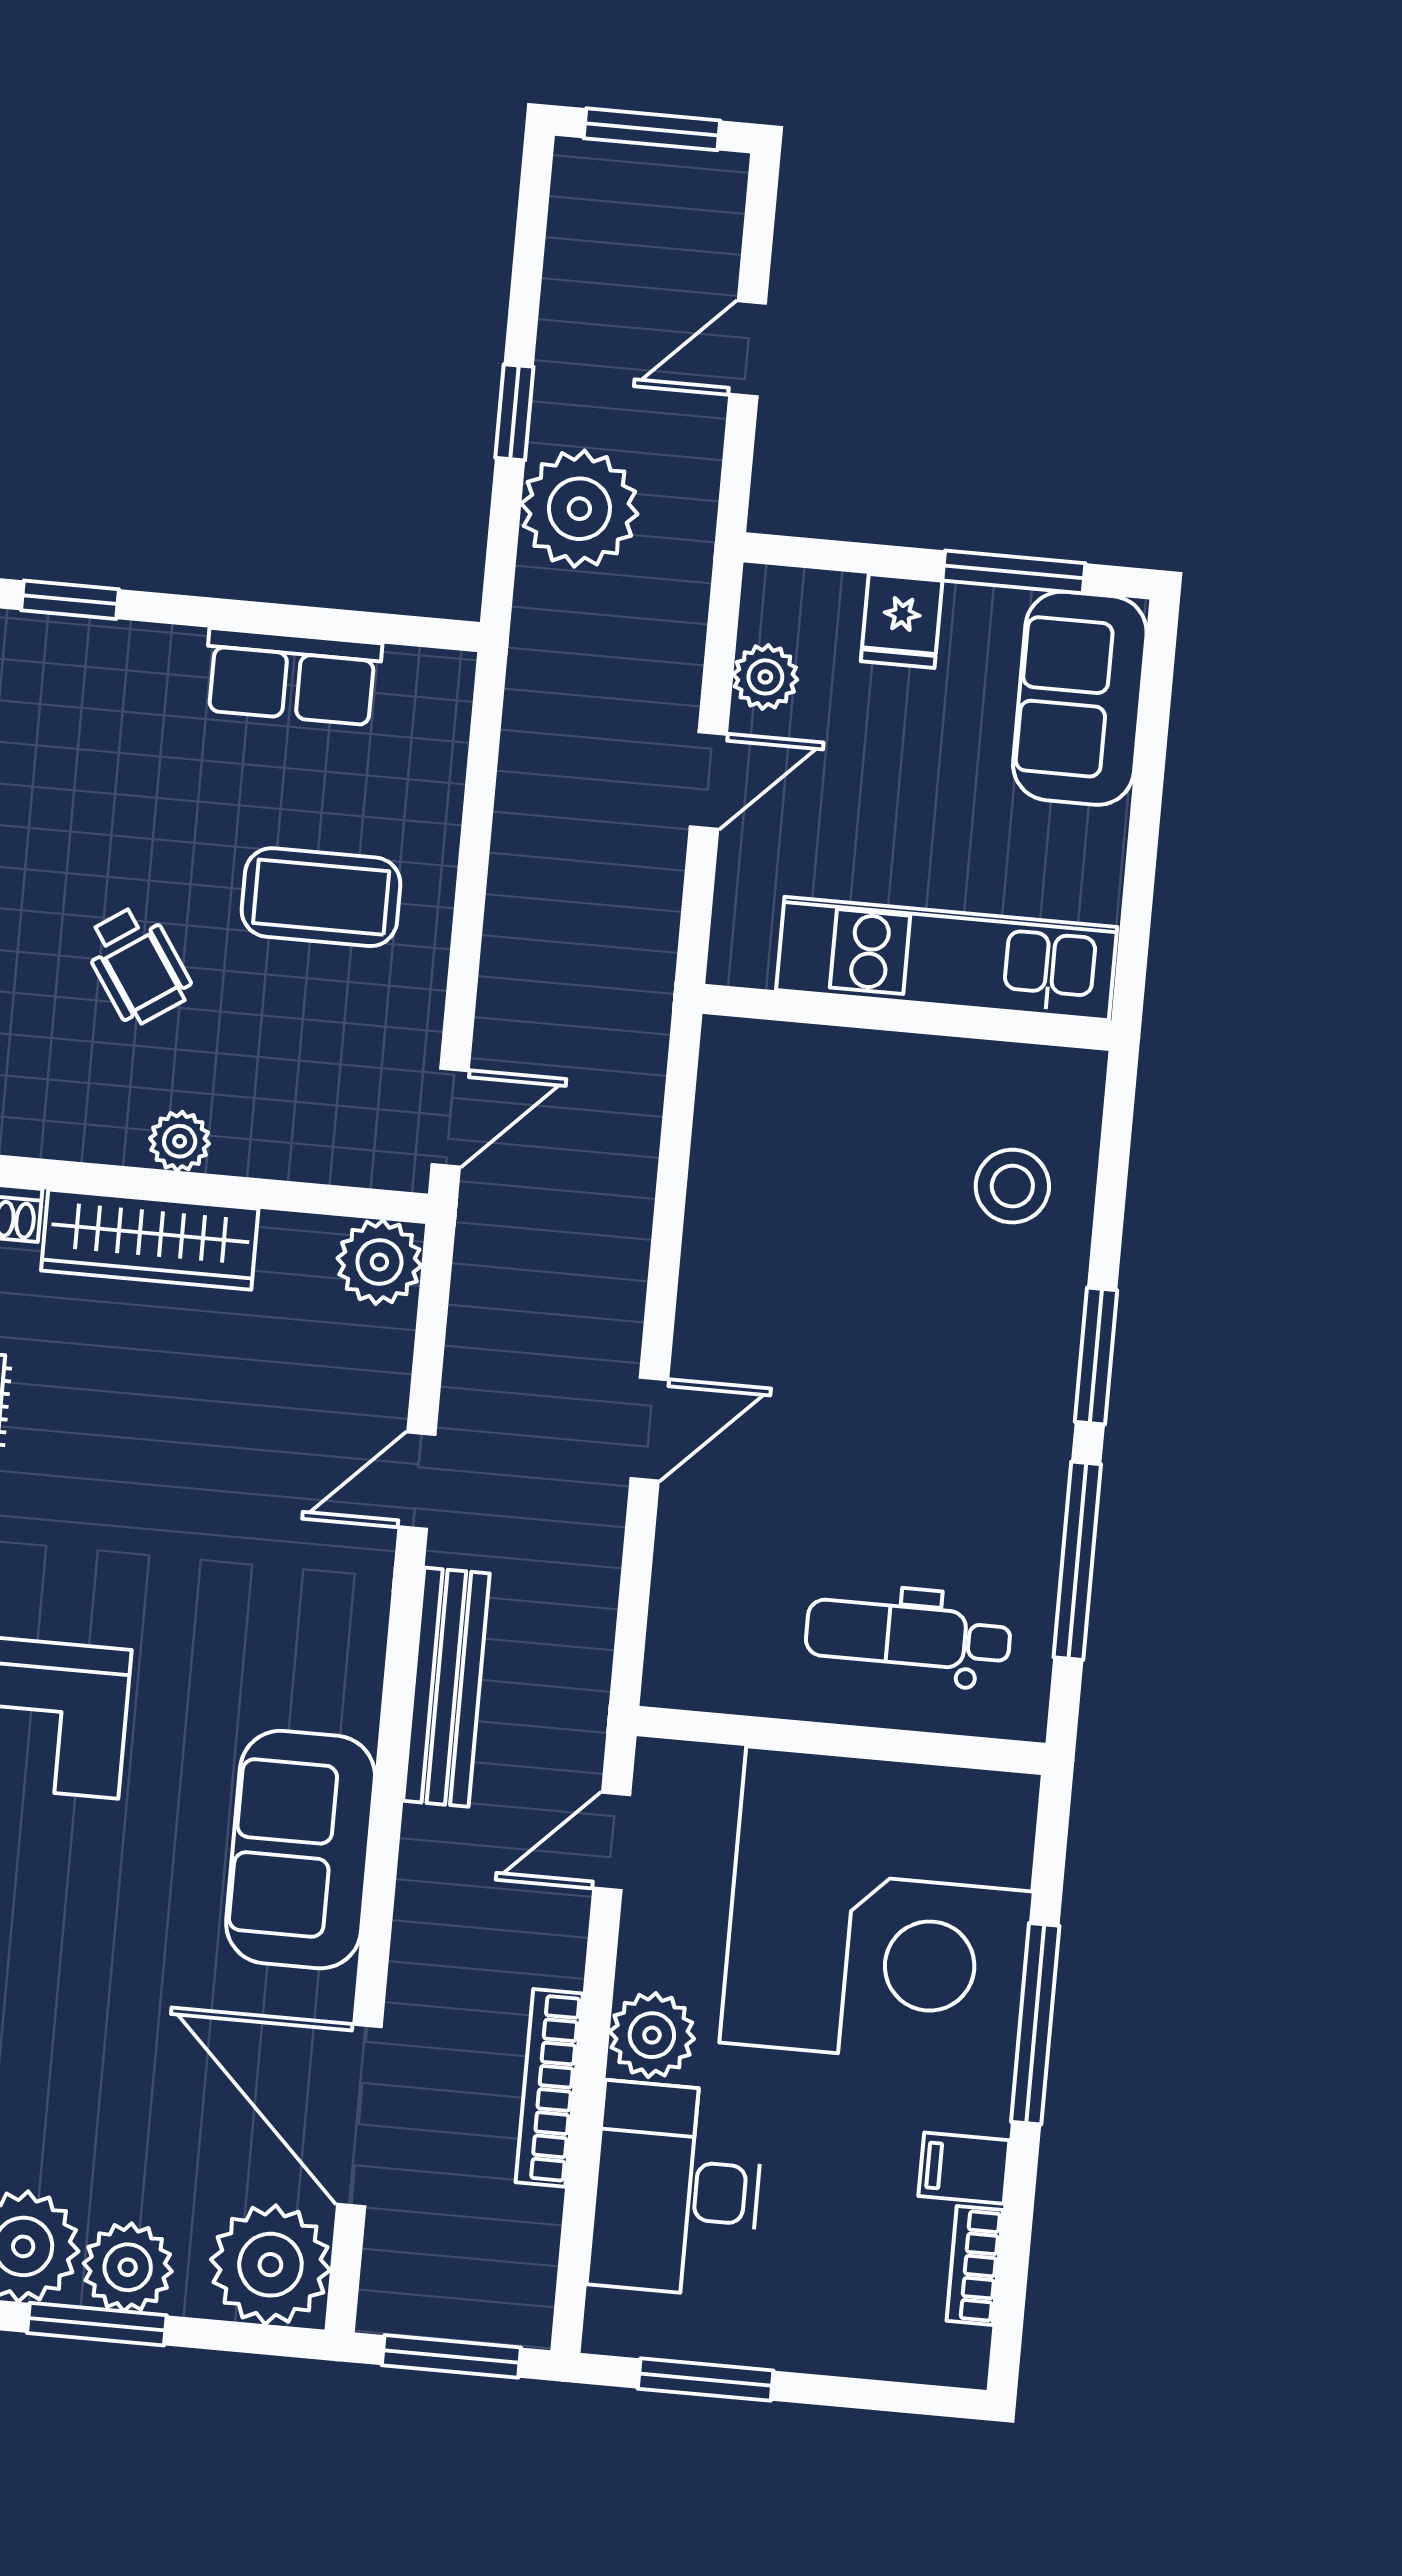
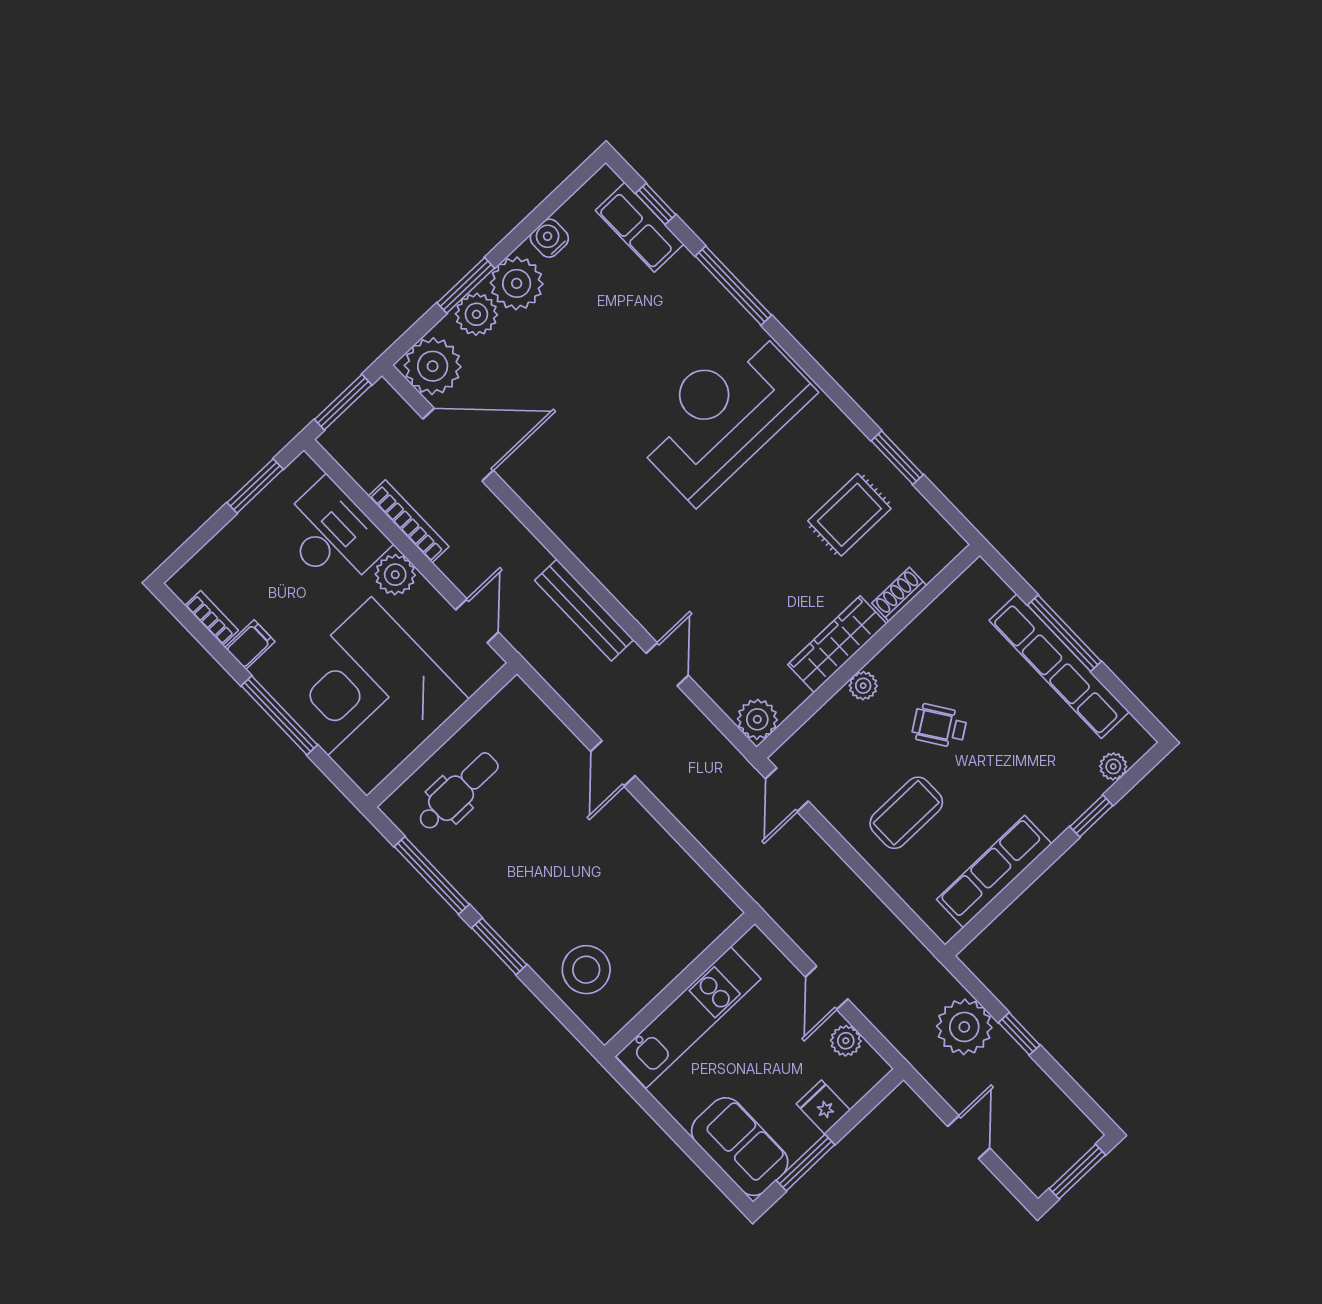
row of seats: (292, 677) -> (994, 871), width x1.48
stool: (1012, 1186) -> (586, 970), width x1.38, depth x1.38
sofa: (301, 1850) -> (572, 507), removed

